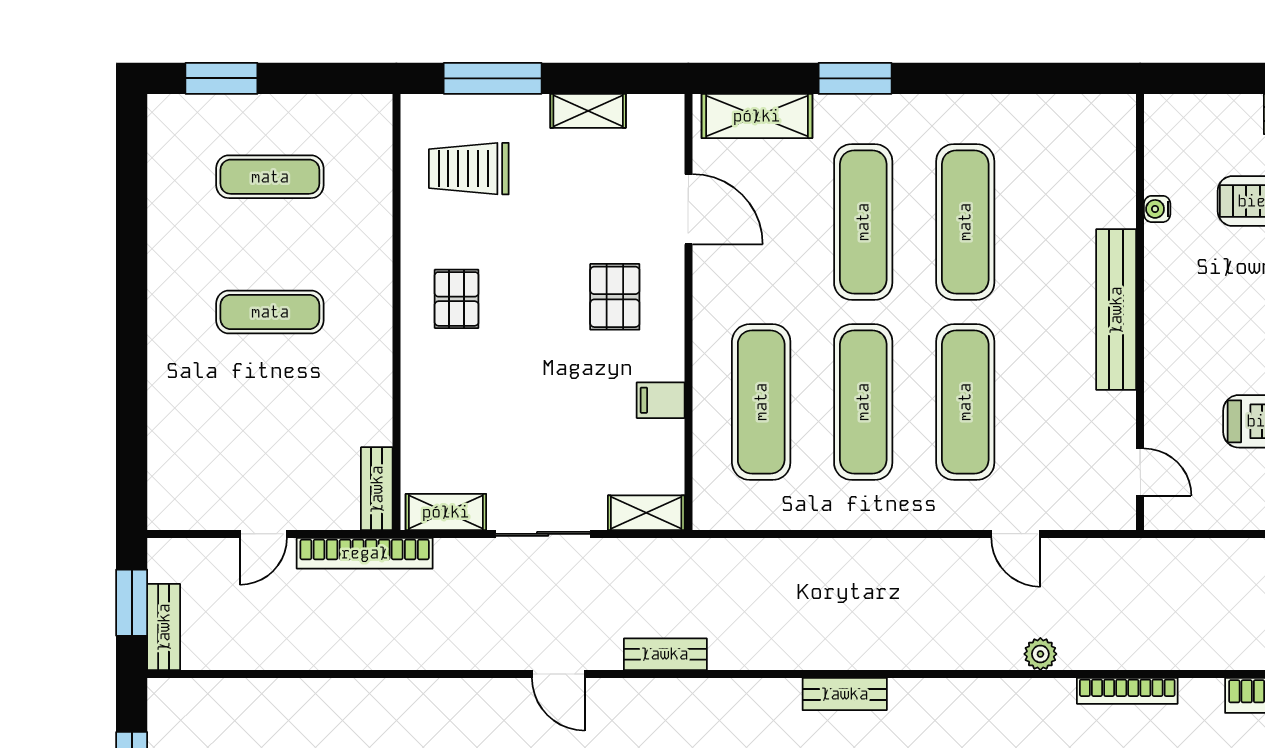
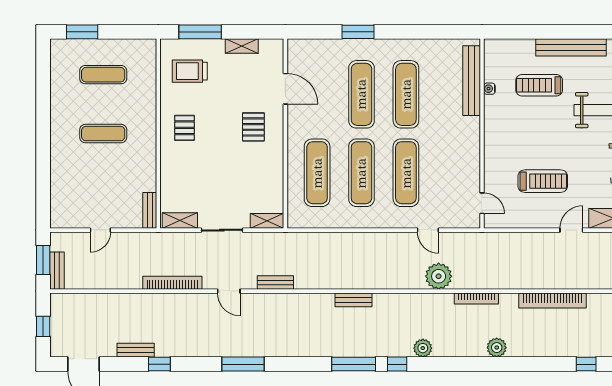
shelving: (757, 116) -> (315, 48), removed
bench: (1116, 310) -> (472, 81), moved
filing cabinet: (661, 400) -> (273, 172), removed
bookcase: (365, 553) -> (172, 283), moved, turned 180
plant: (1040, 654) -> (439, 276), width x1.87, depth x1.87

